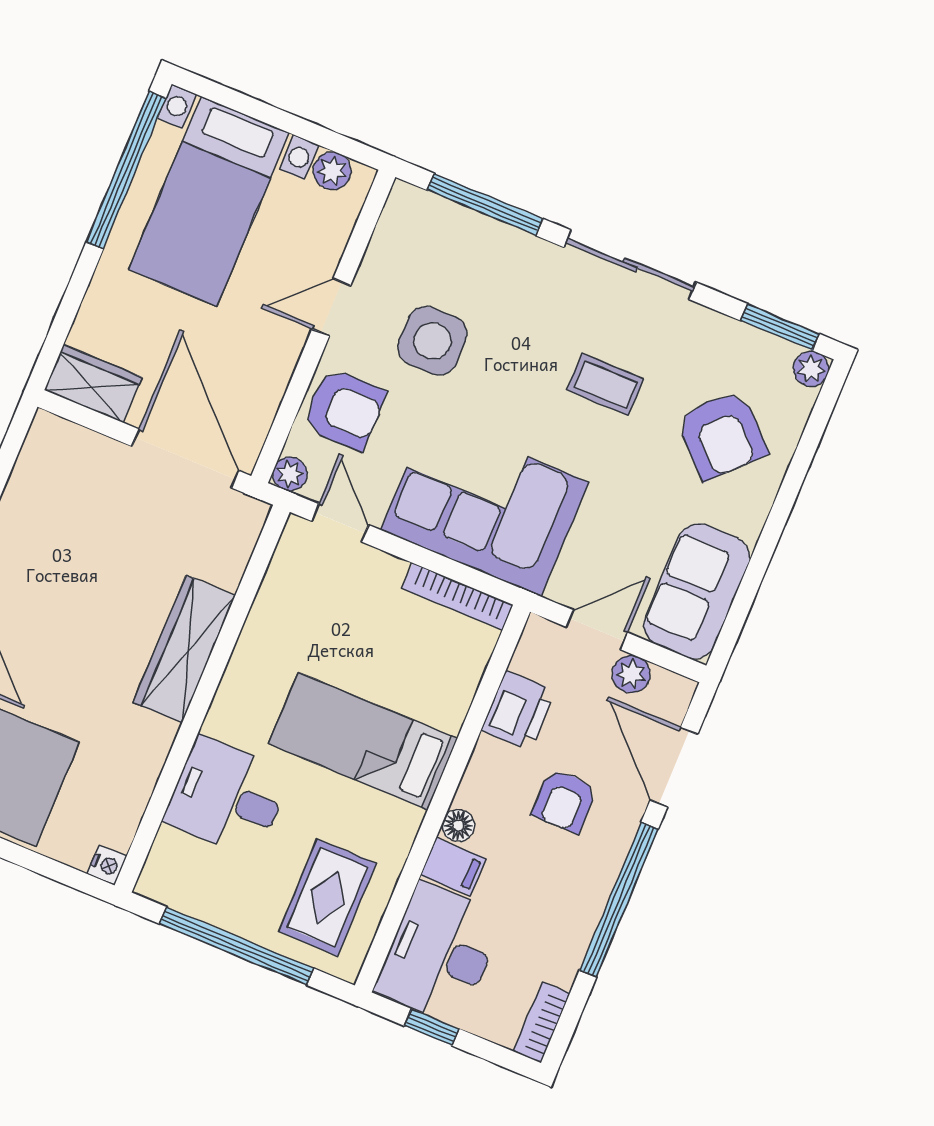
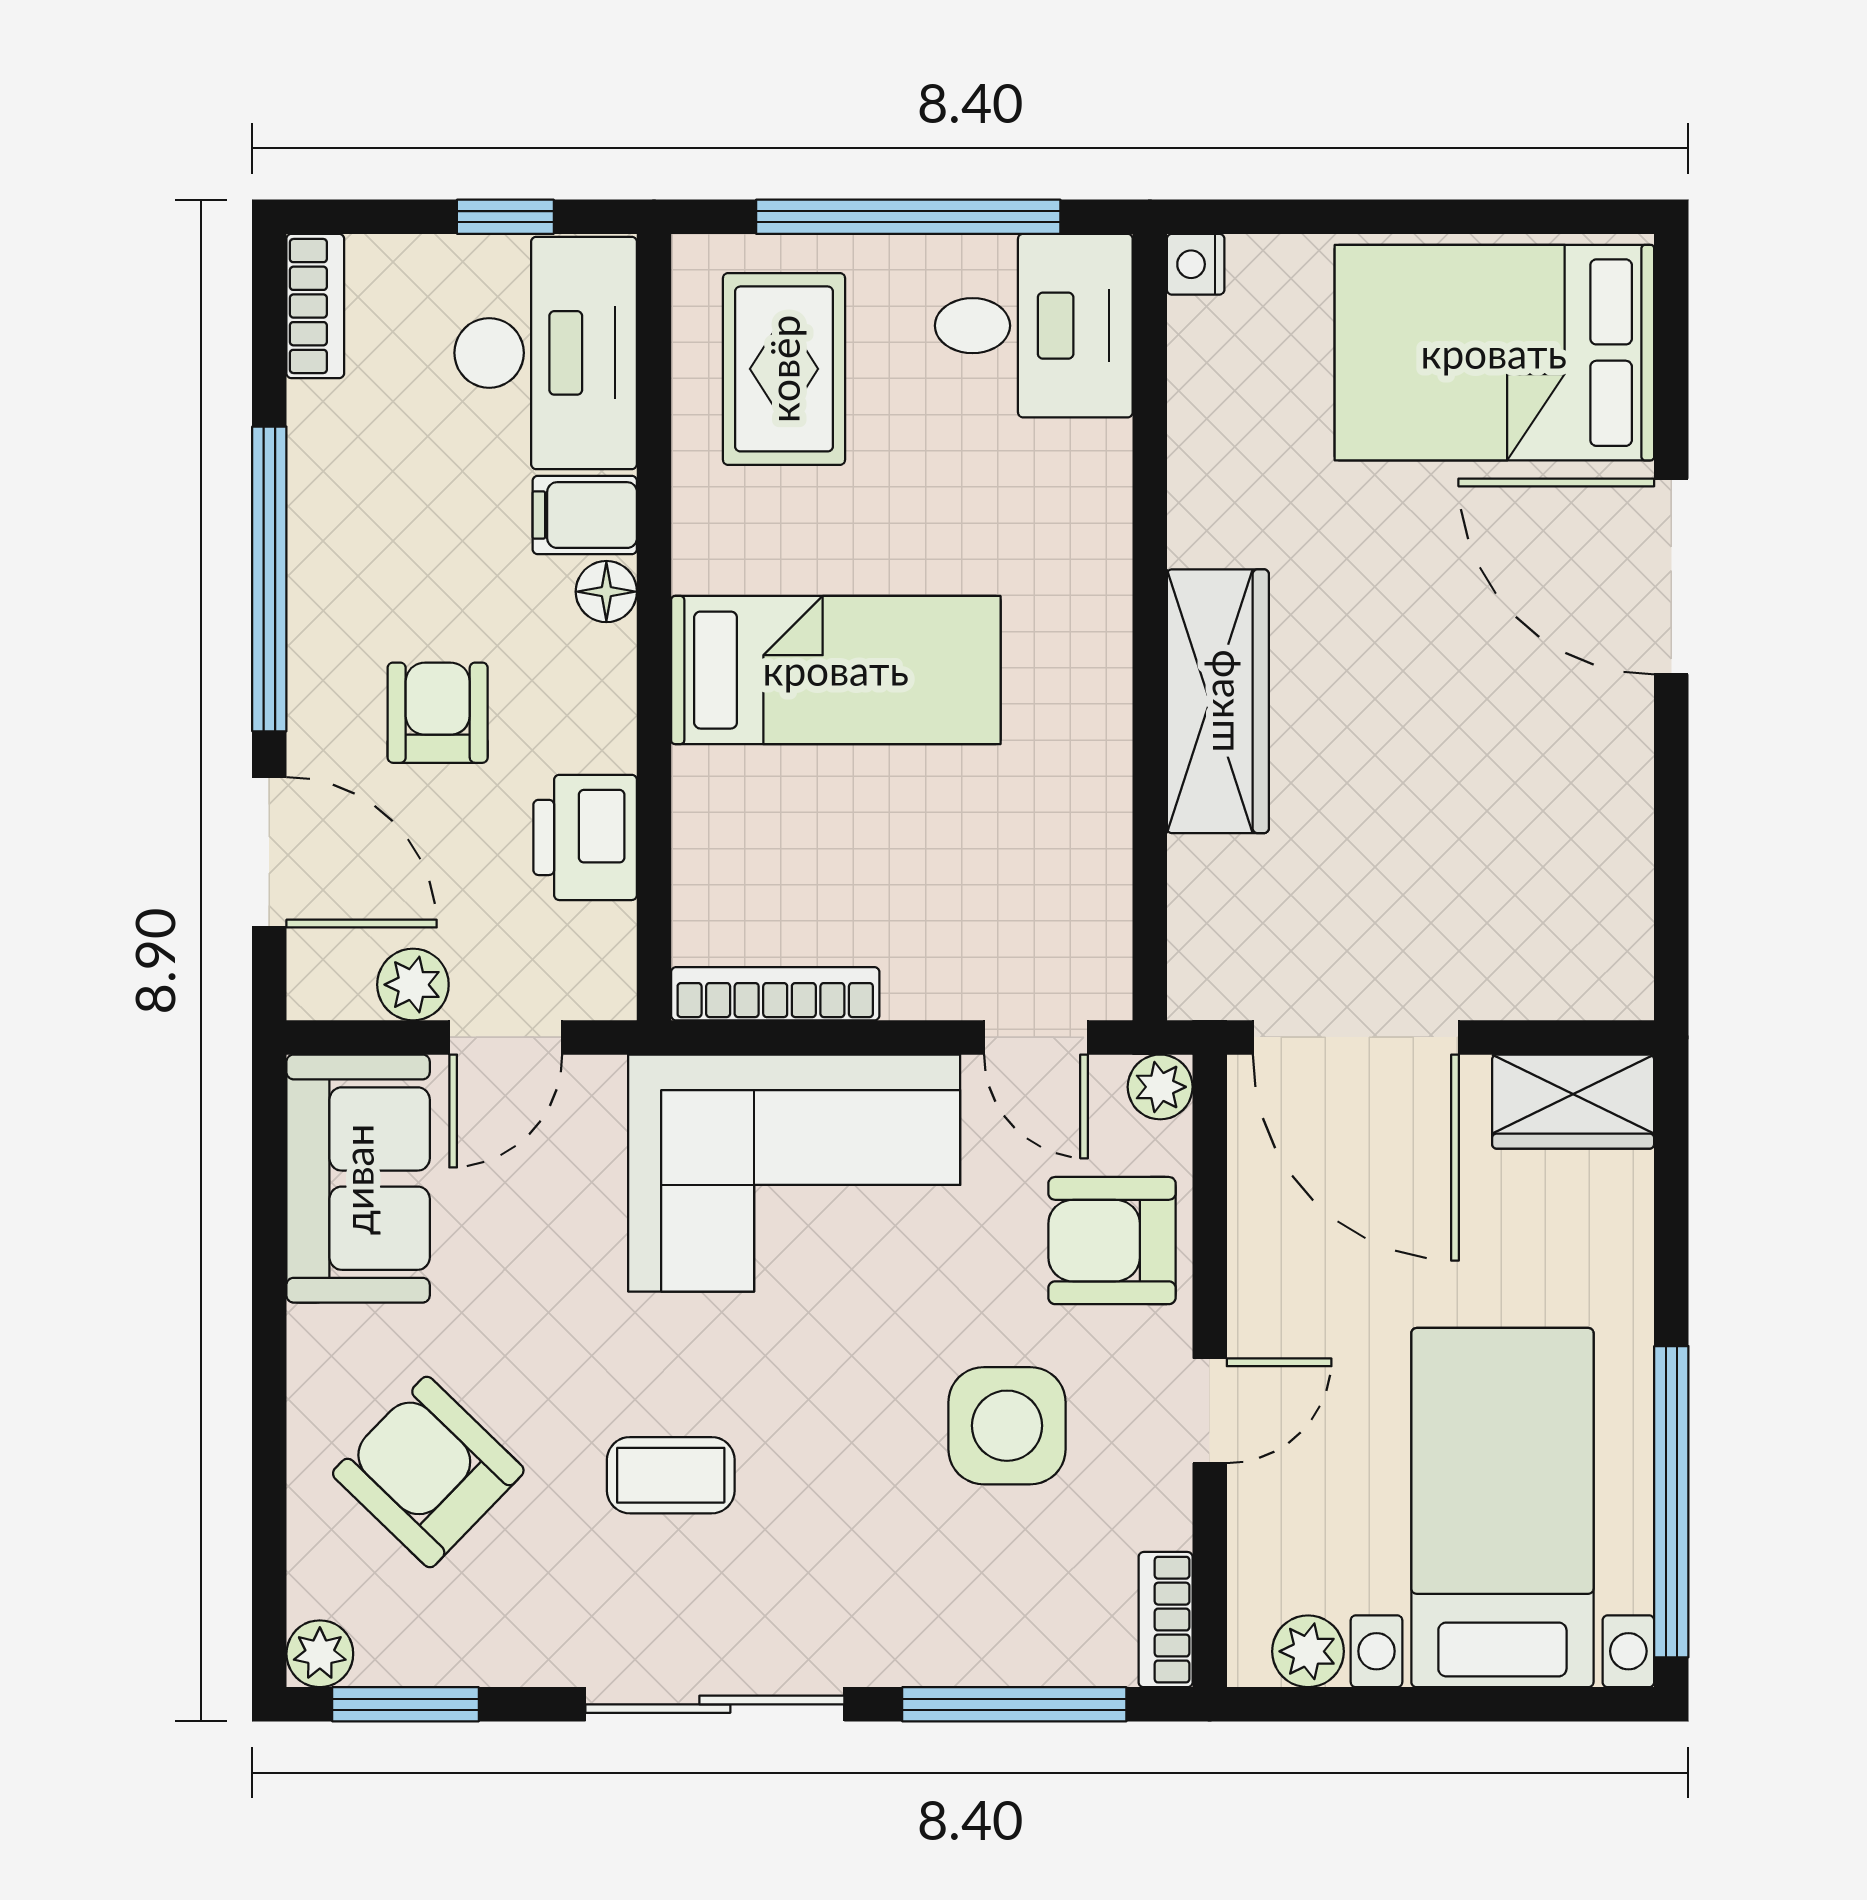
bookcase: (395, 215) -> (1166, 1620), added
desk: (227, 797) -> (1034, 326), moved

